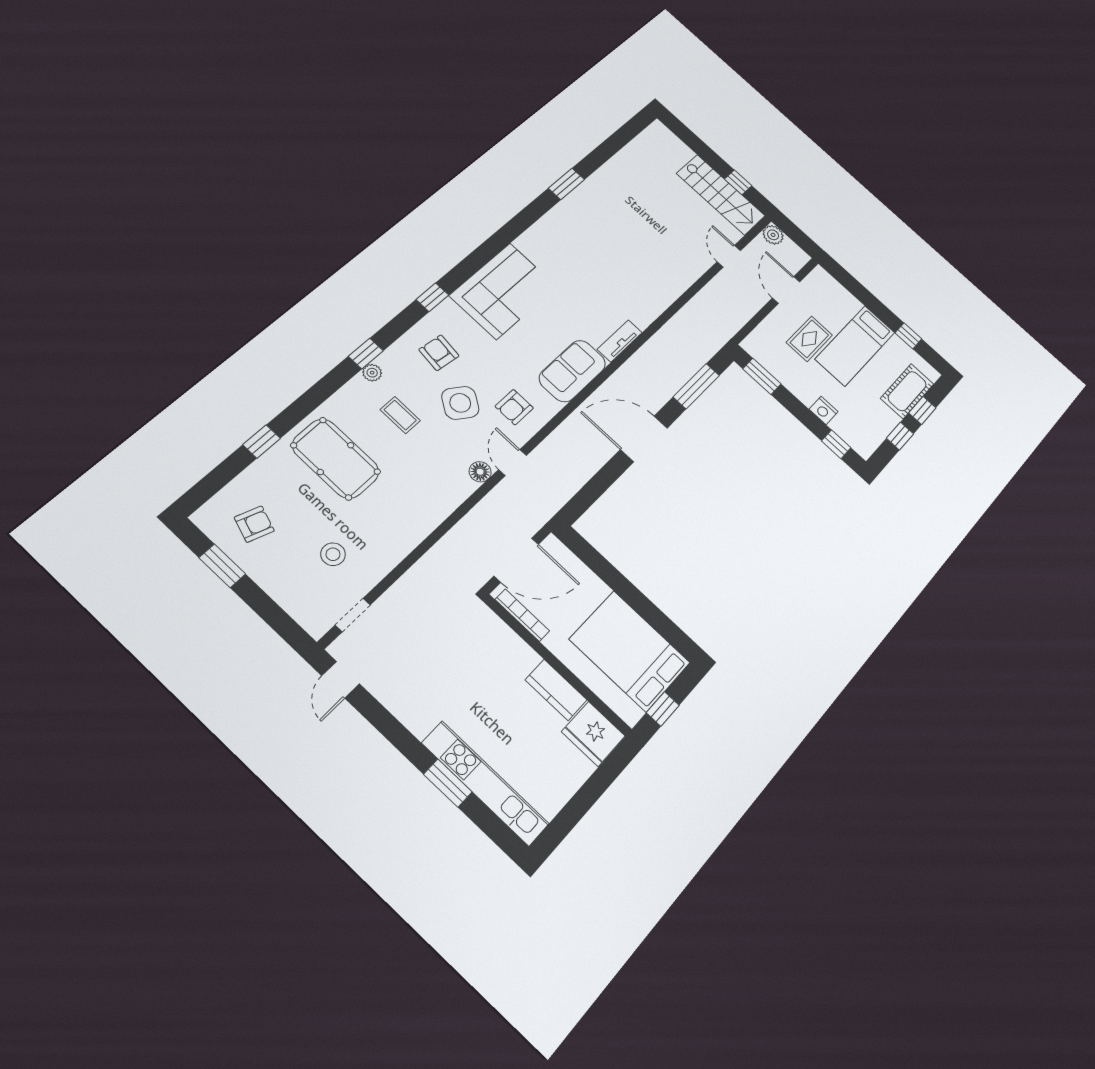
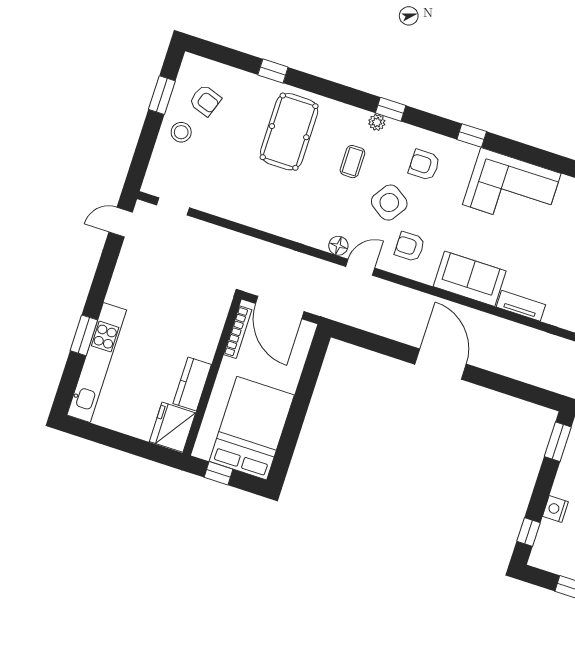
armchair: (439, 353) -> (424, 165), turned -97
window: (696, 386) -> (515, 388), removed
stool: (333, 554) -> (181, 132), moved

